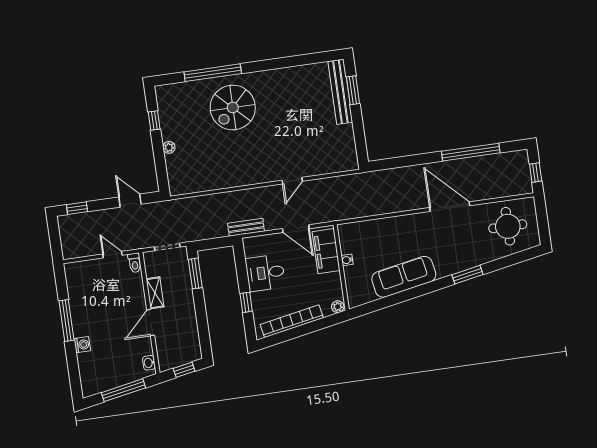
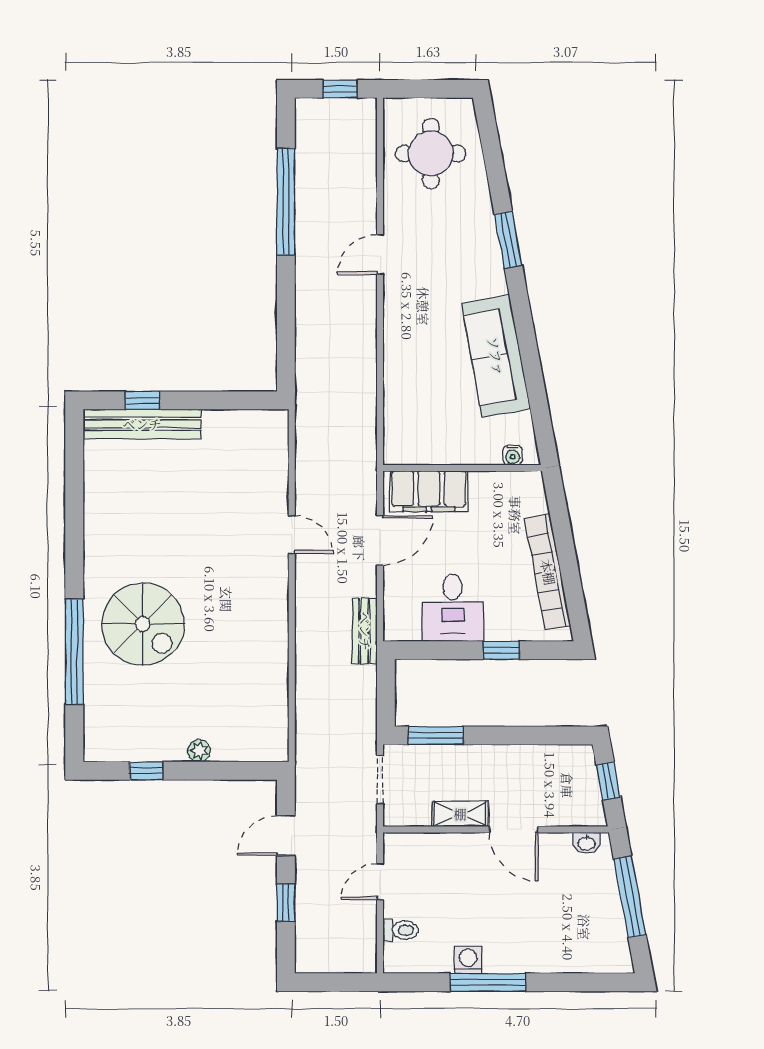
window: (353, 90) -> (143, 400), width x0.67
door: (450, 207) -> (380, 254), width x0.53
window: (77, 208) -> (286, 903), moved
water cooler: (347, 260) -> (513, 455), moved
toilet: (135, 263) -> (401, 930), moved
plant: (338, 307) -> (533, 484), removed
washing machine: (82, 345) -> (468, 960), moved

